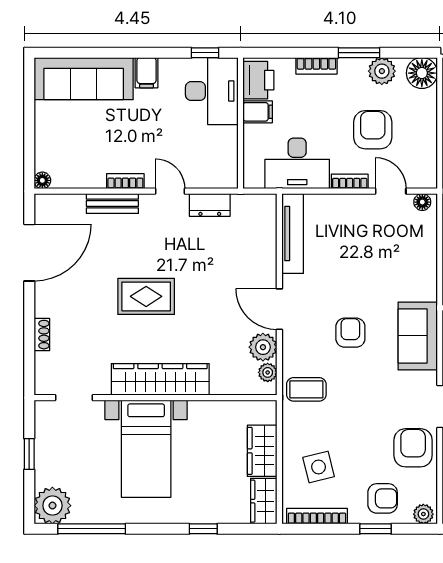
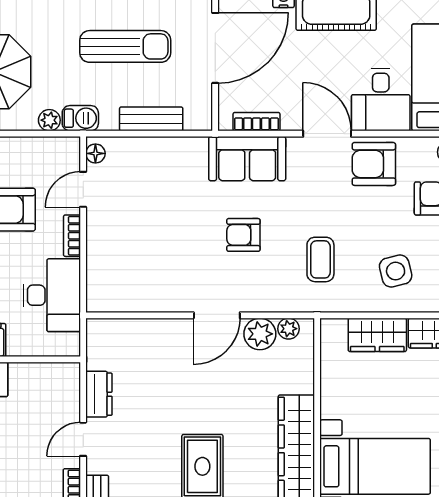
tv unit: (293, 233) -> (131, 300), removed
coffee table: (306, 389) -> (320, 259), moved

